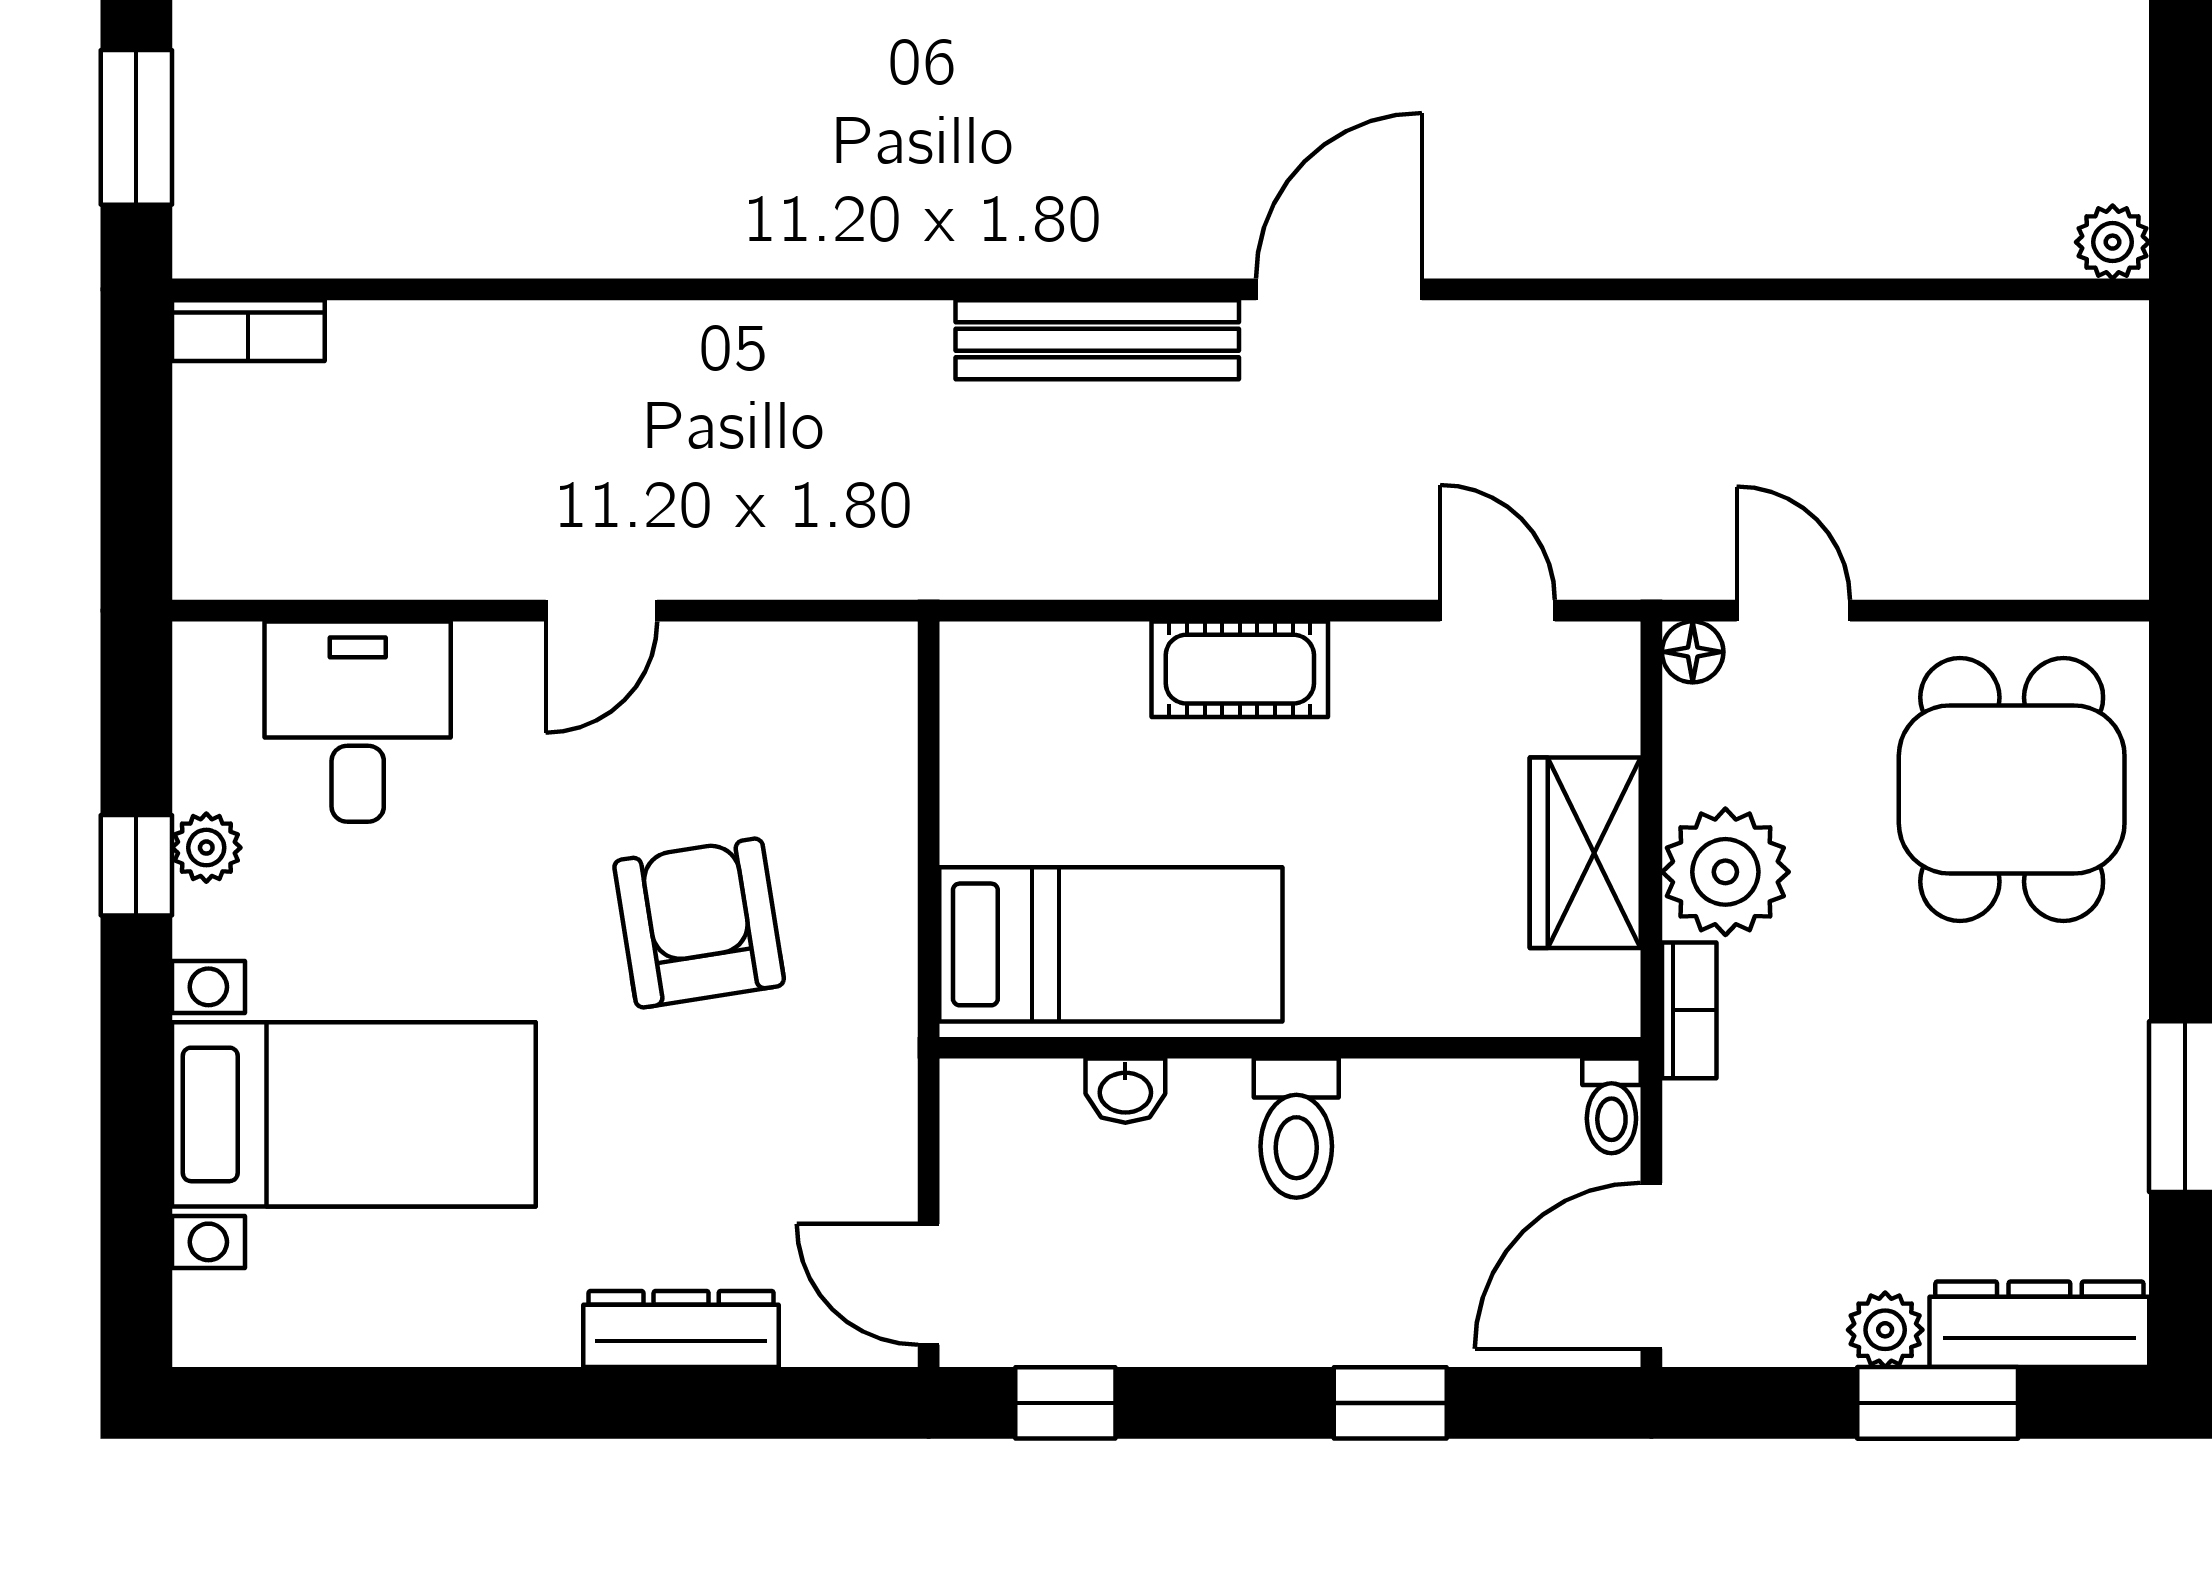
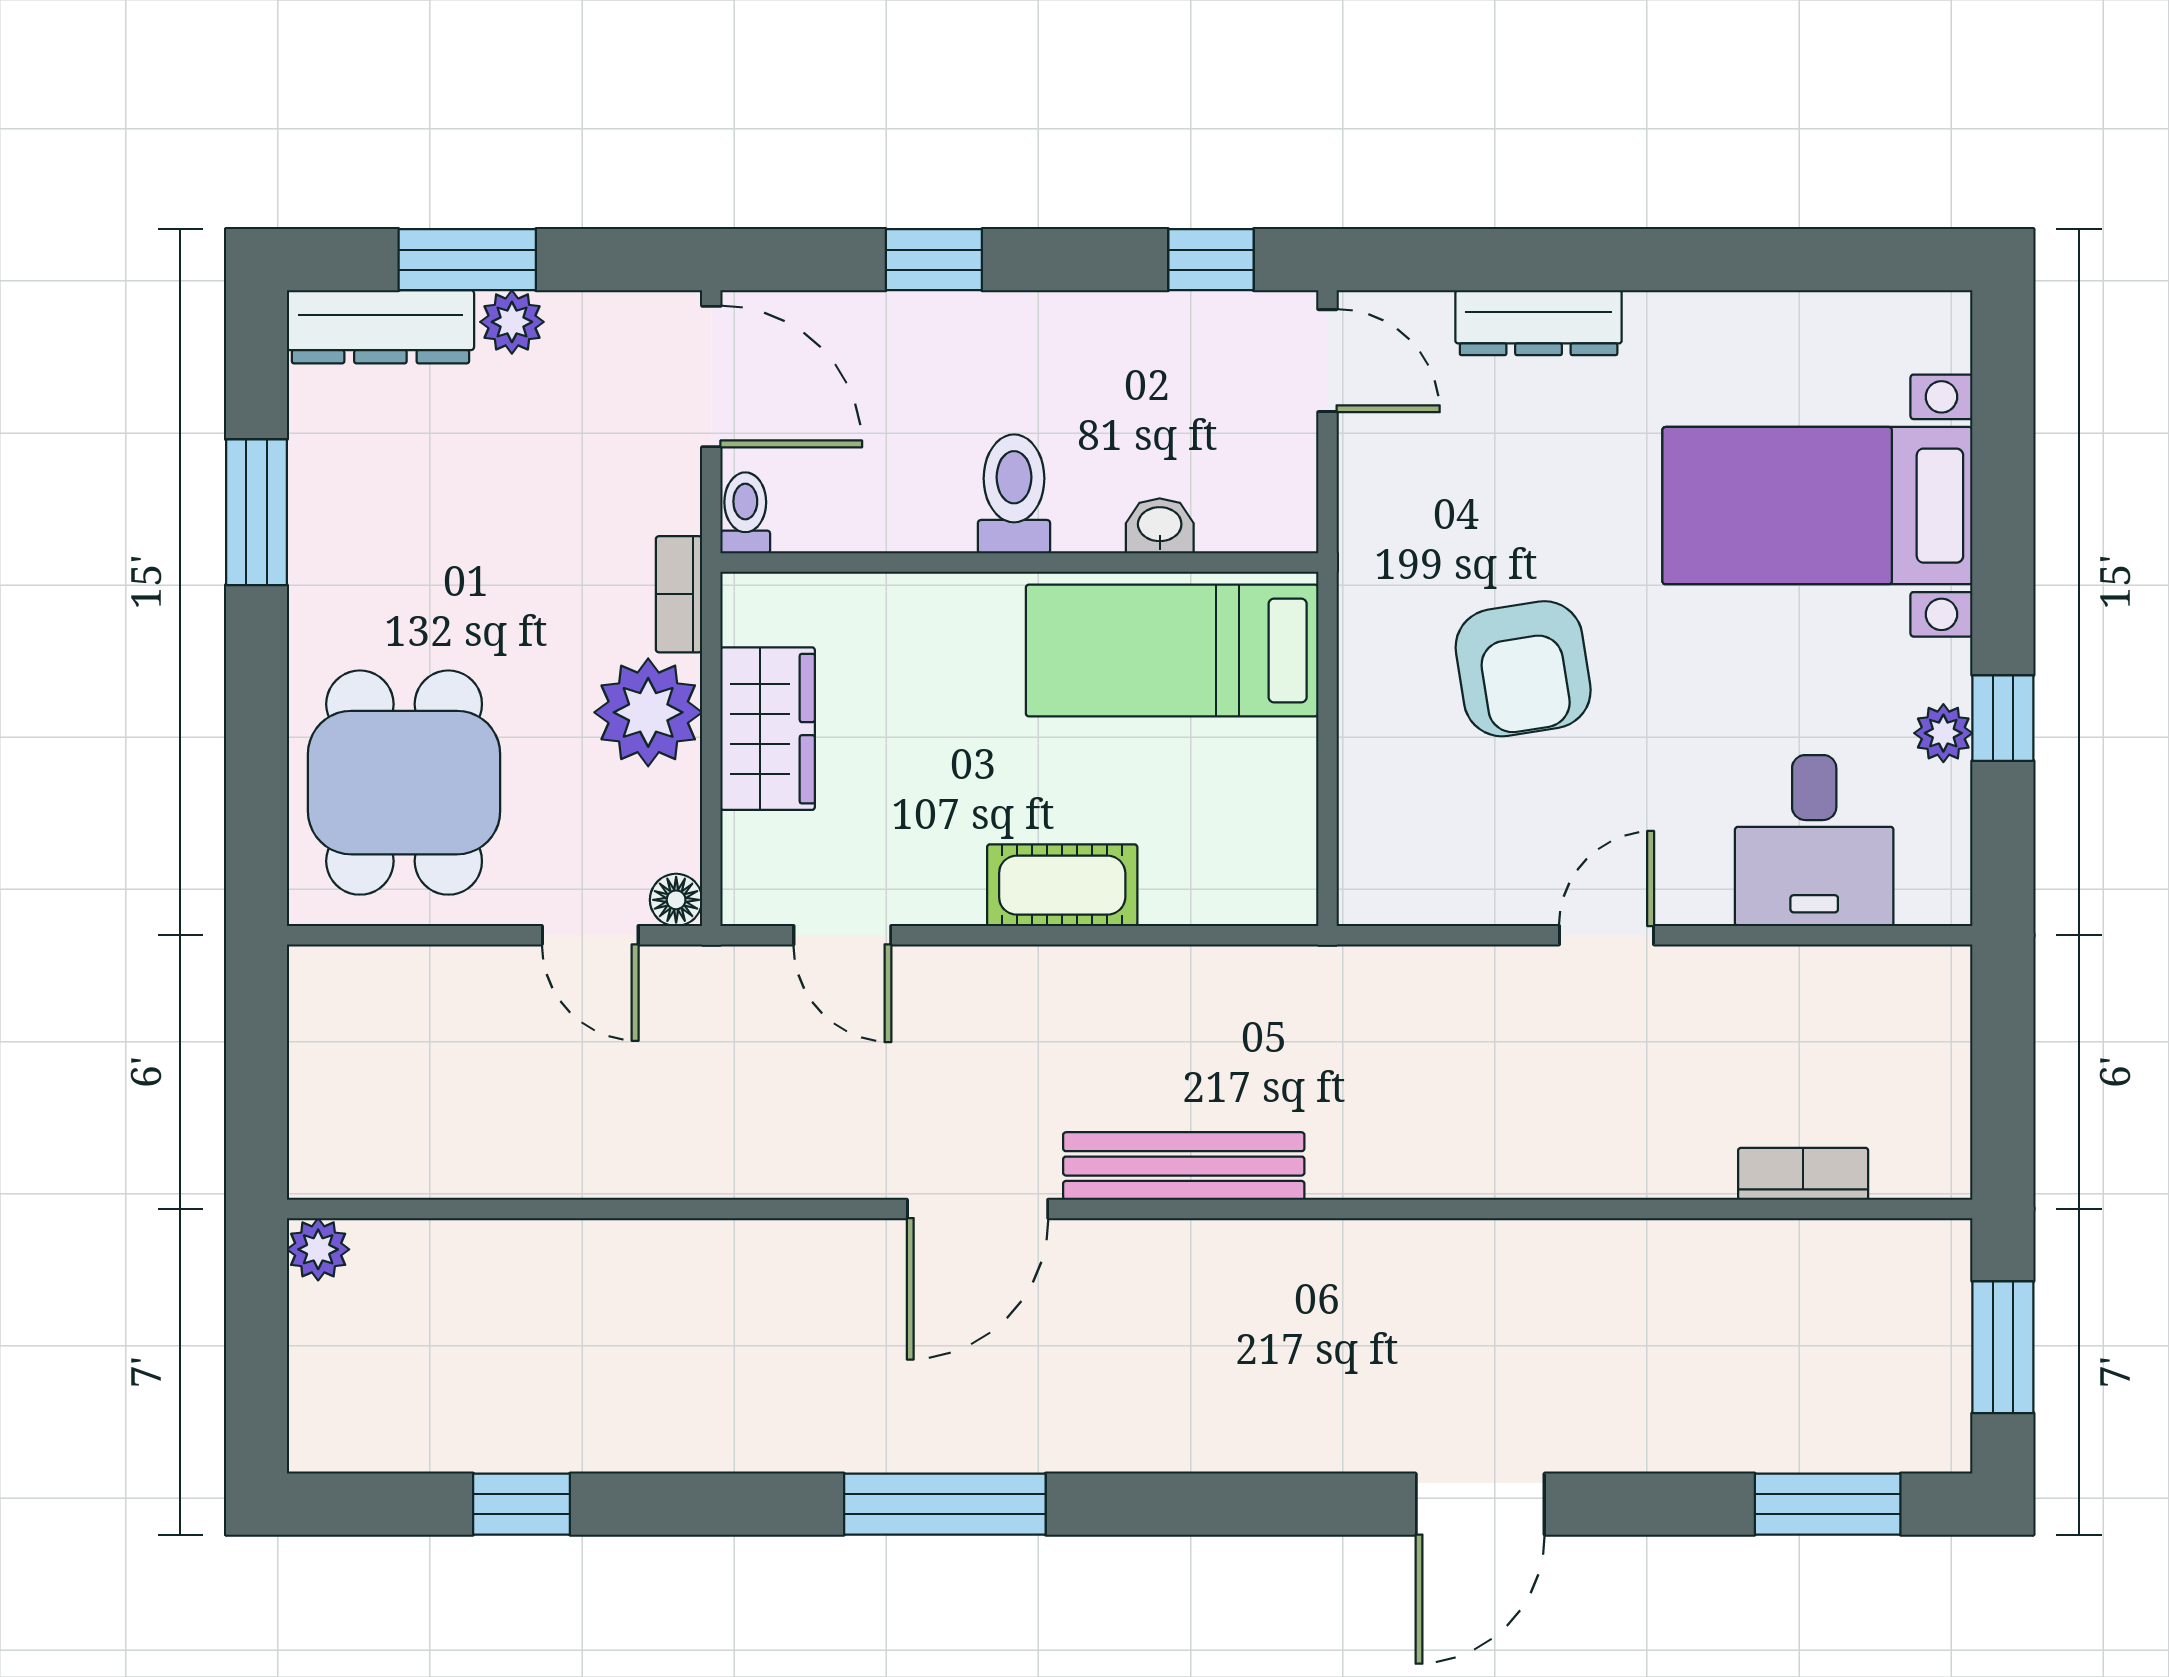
bookcase: (248, 331) -> (1803, 1174), moved
door: (1651, 1266) -> (711, 376), hinge flipped

